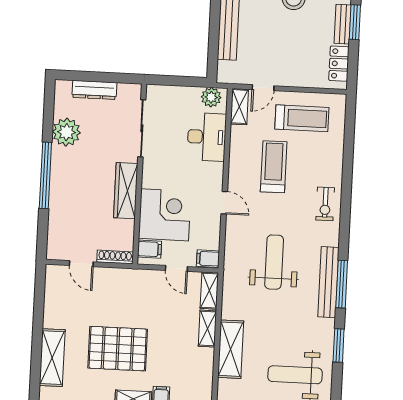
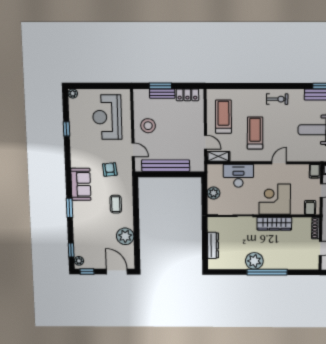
plant: (211, 97) -> (214, 193), moved
plant: (66, 132) -> (254, 261), moved
treadmill: (274, 167) -> (255, 133), turned 90
corner desk: (165, 215) -> (275, 199), moved

